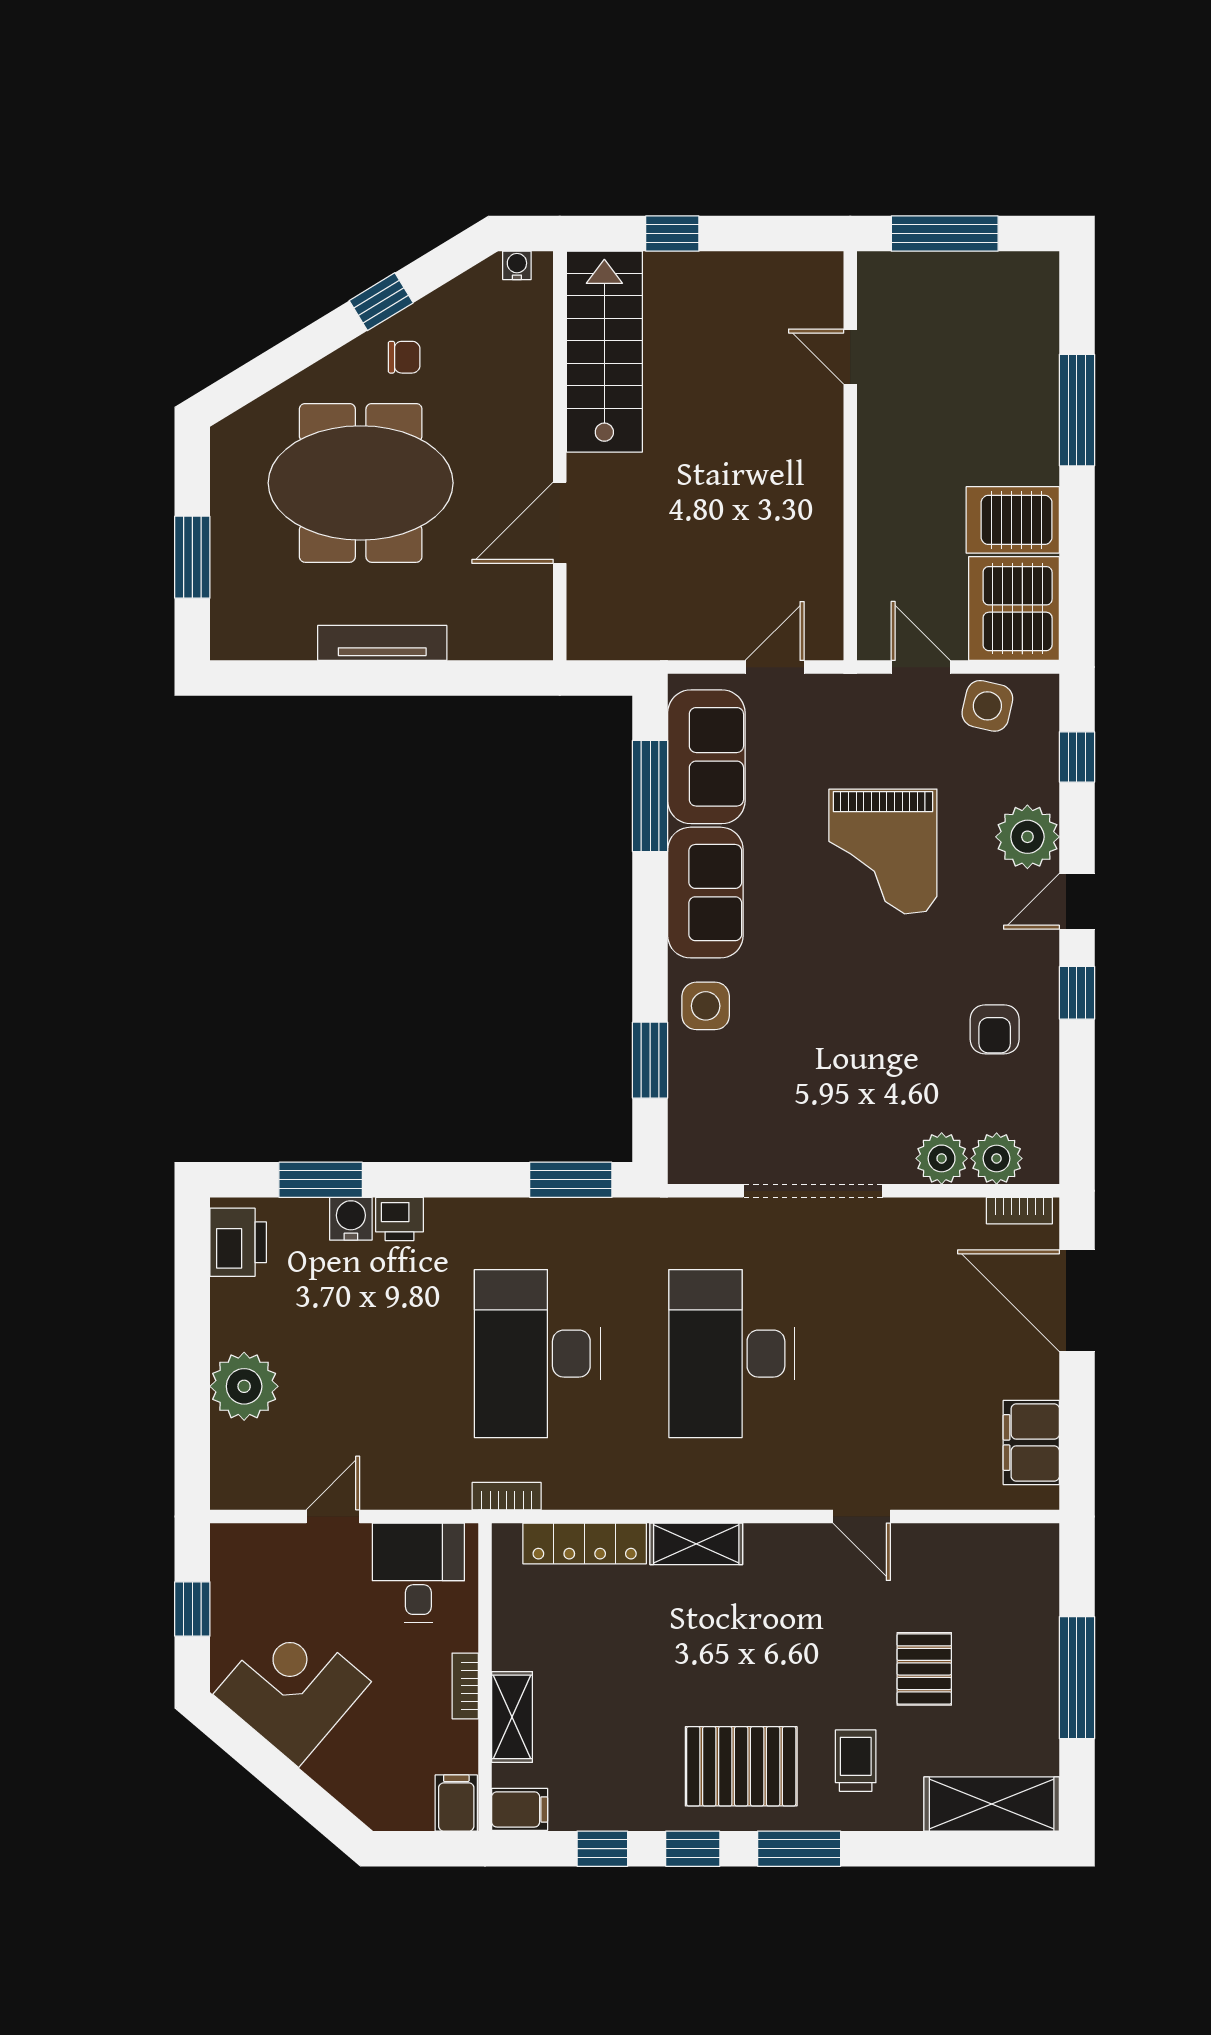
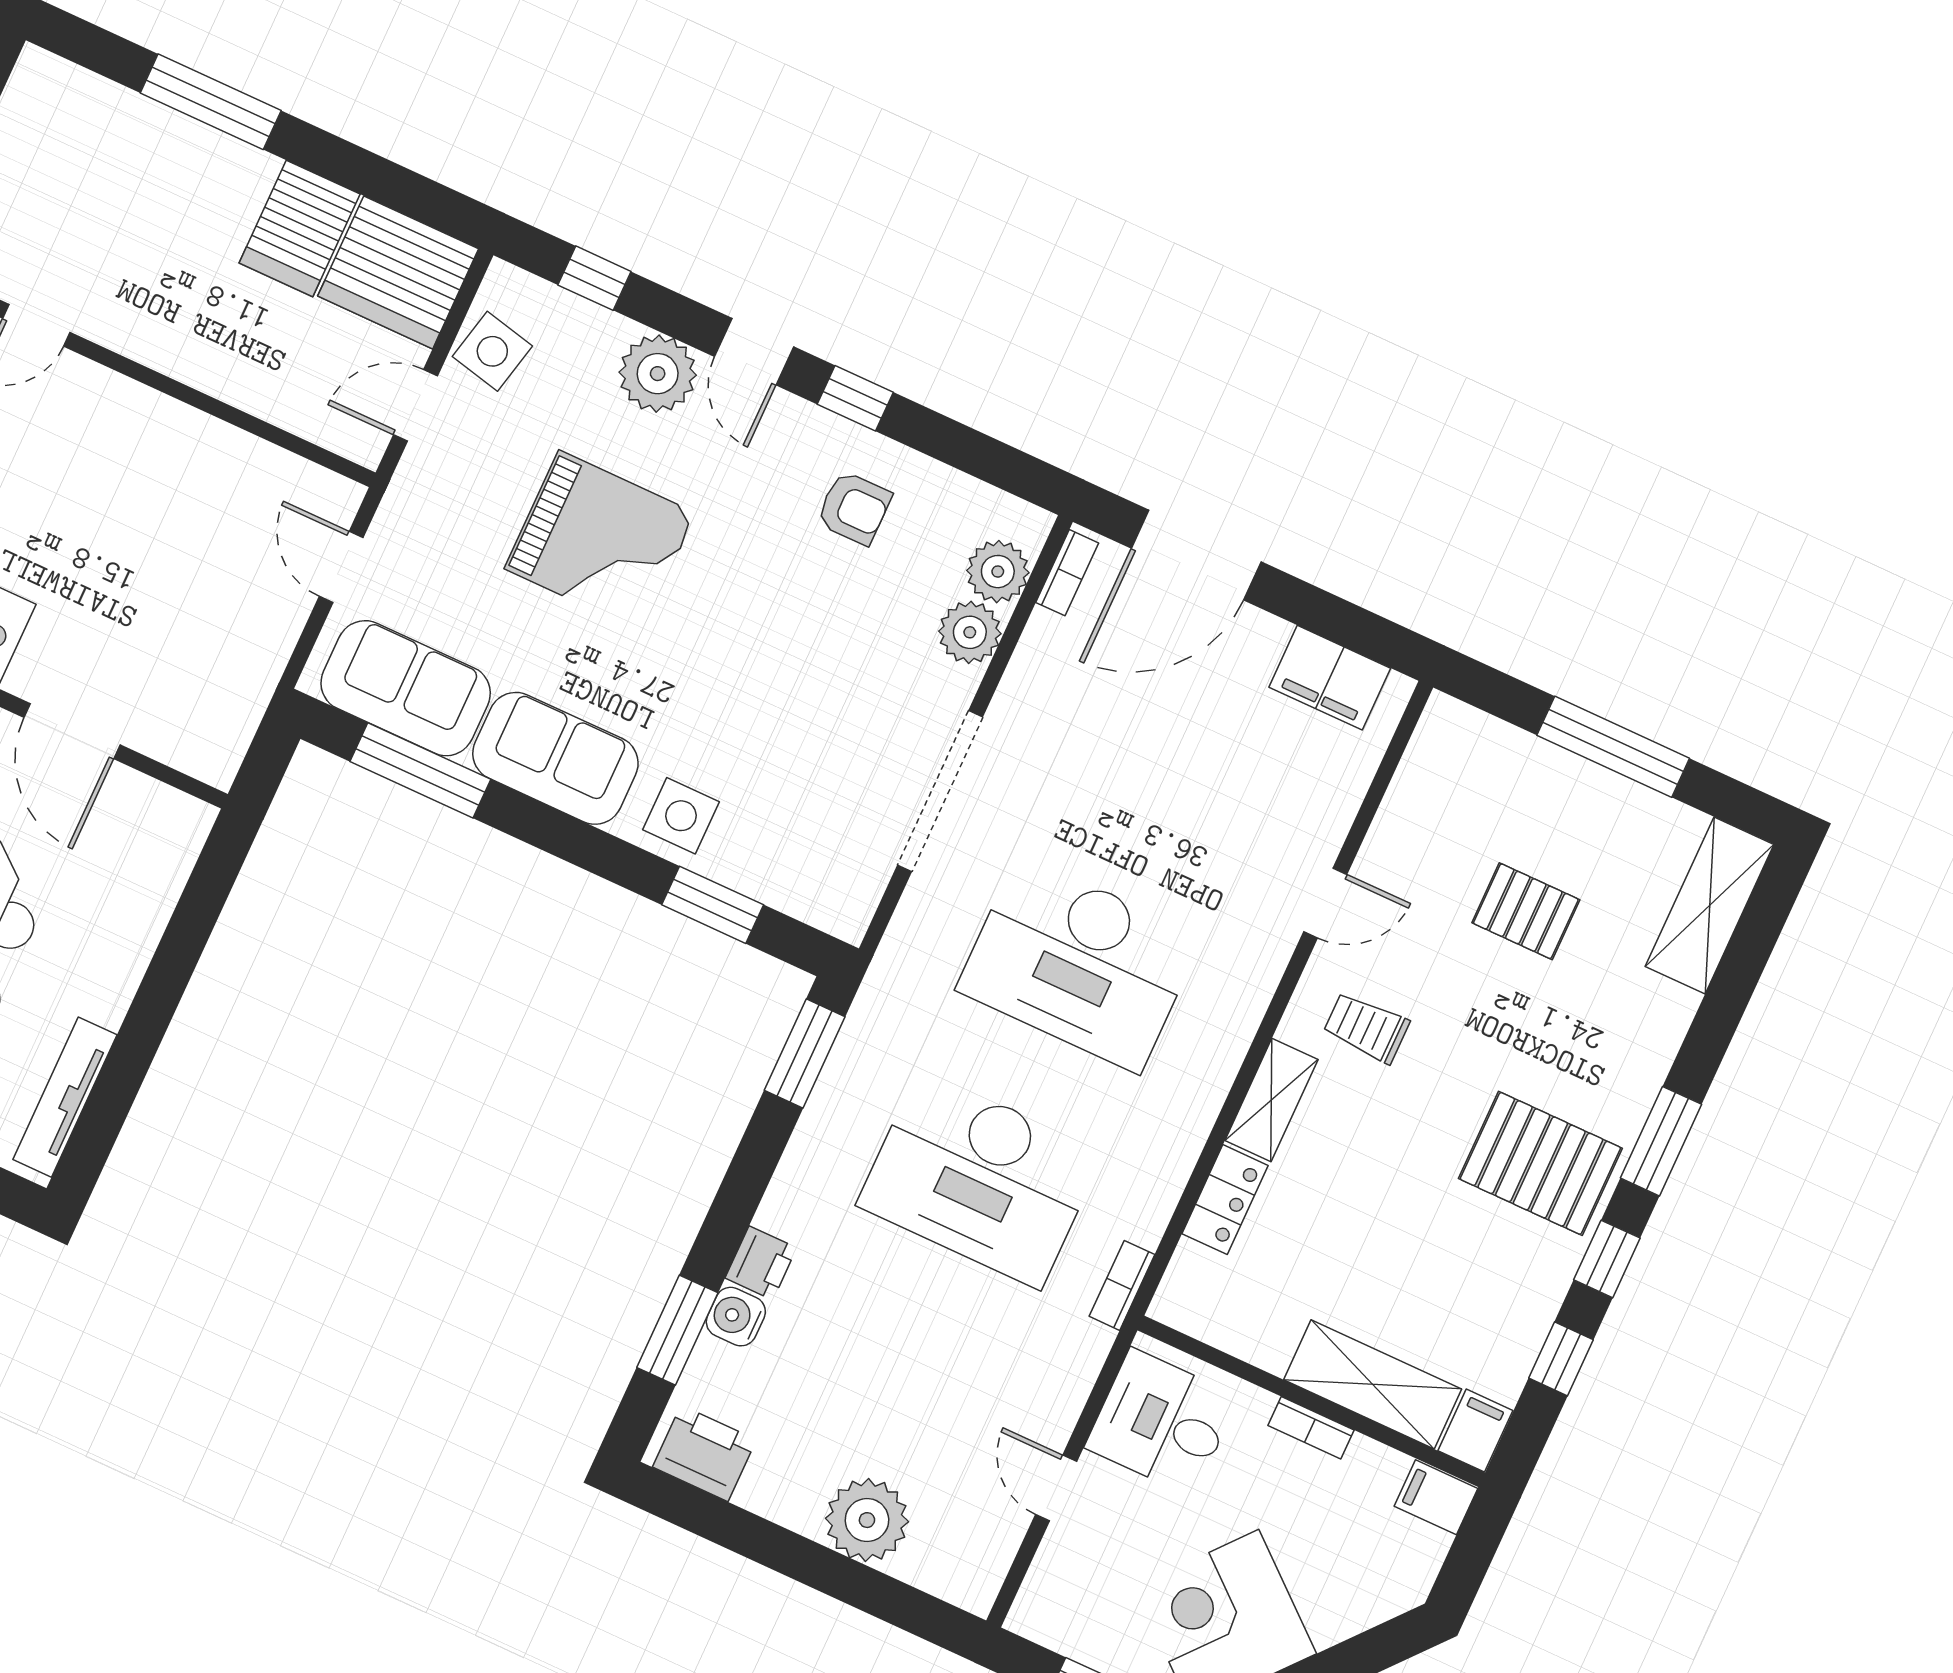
tv unit: (382, 643) -> (65, 1097), moved
locker: (585, 1543) -> (1225, 1200), width x0.66
shelving: (512, 1717) -> (1373, 1384), width x1.50, depth x1.33
trolley: (856, 1761) -> (1366, 1028), moved
pallet: (741, 1766) -> (1540, 1163), turned 90

